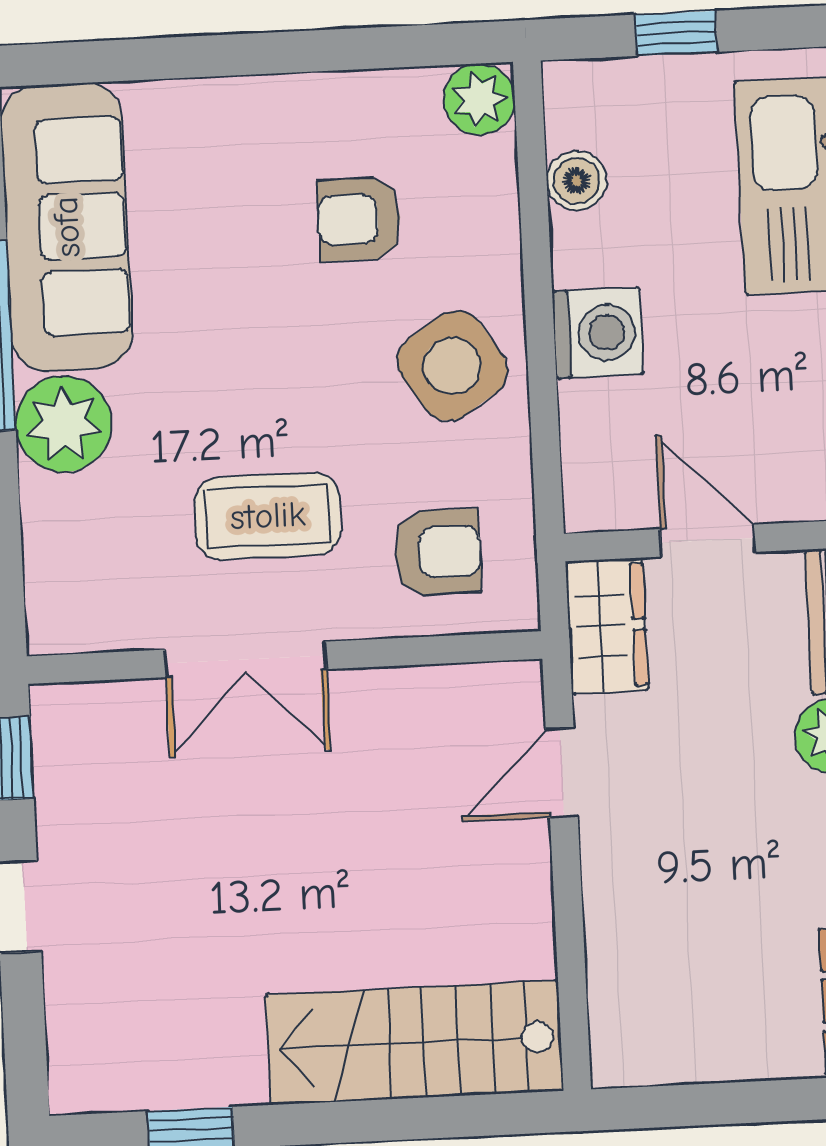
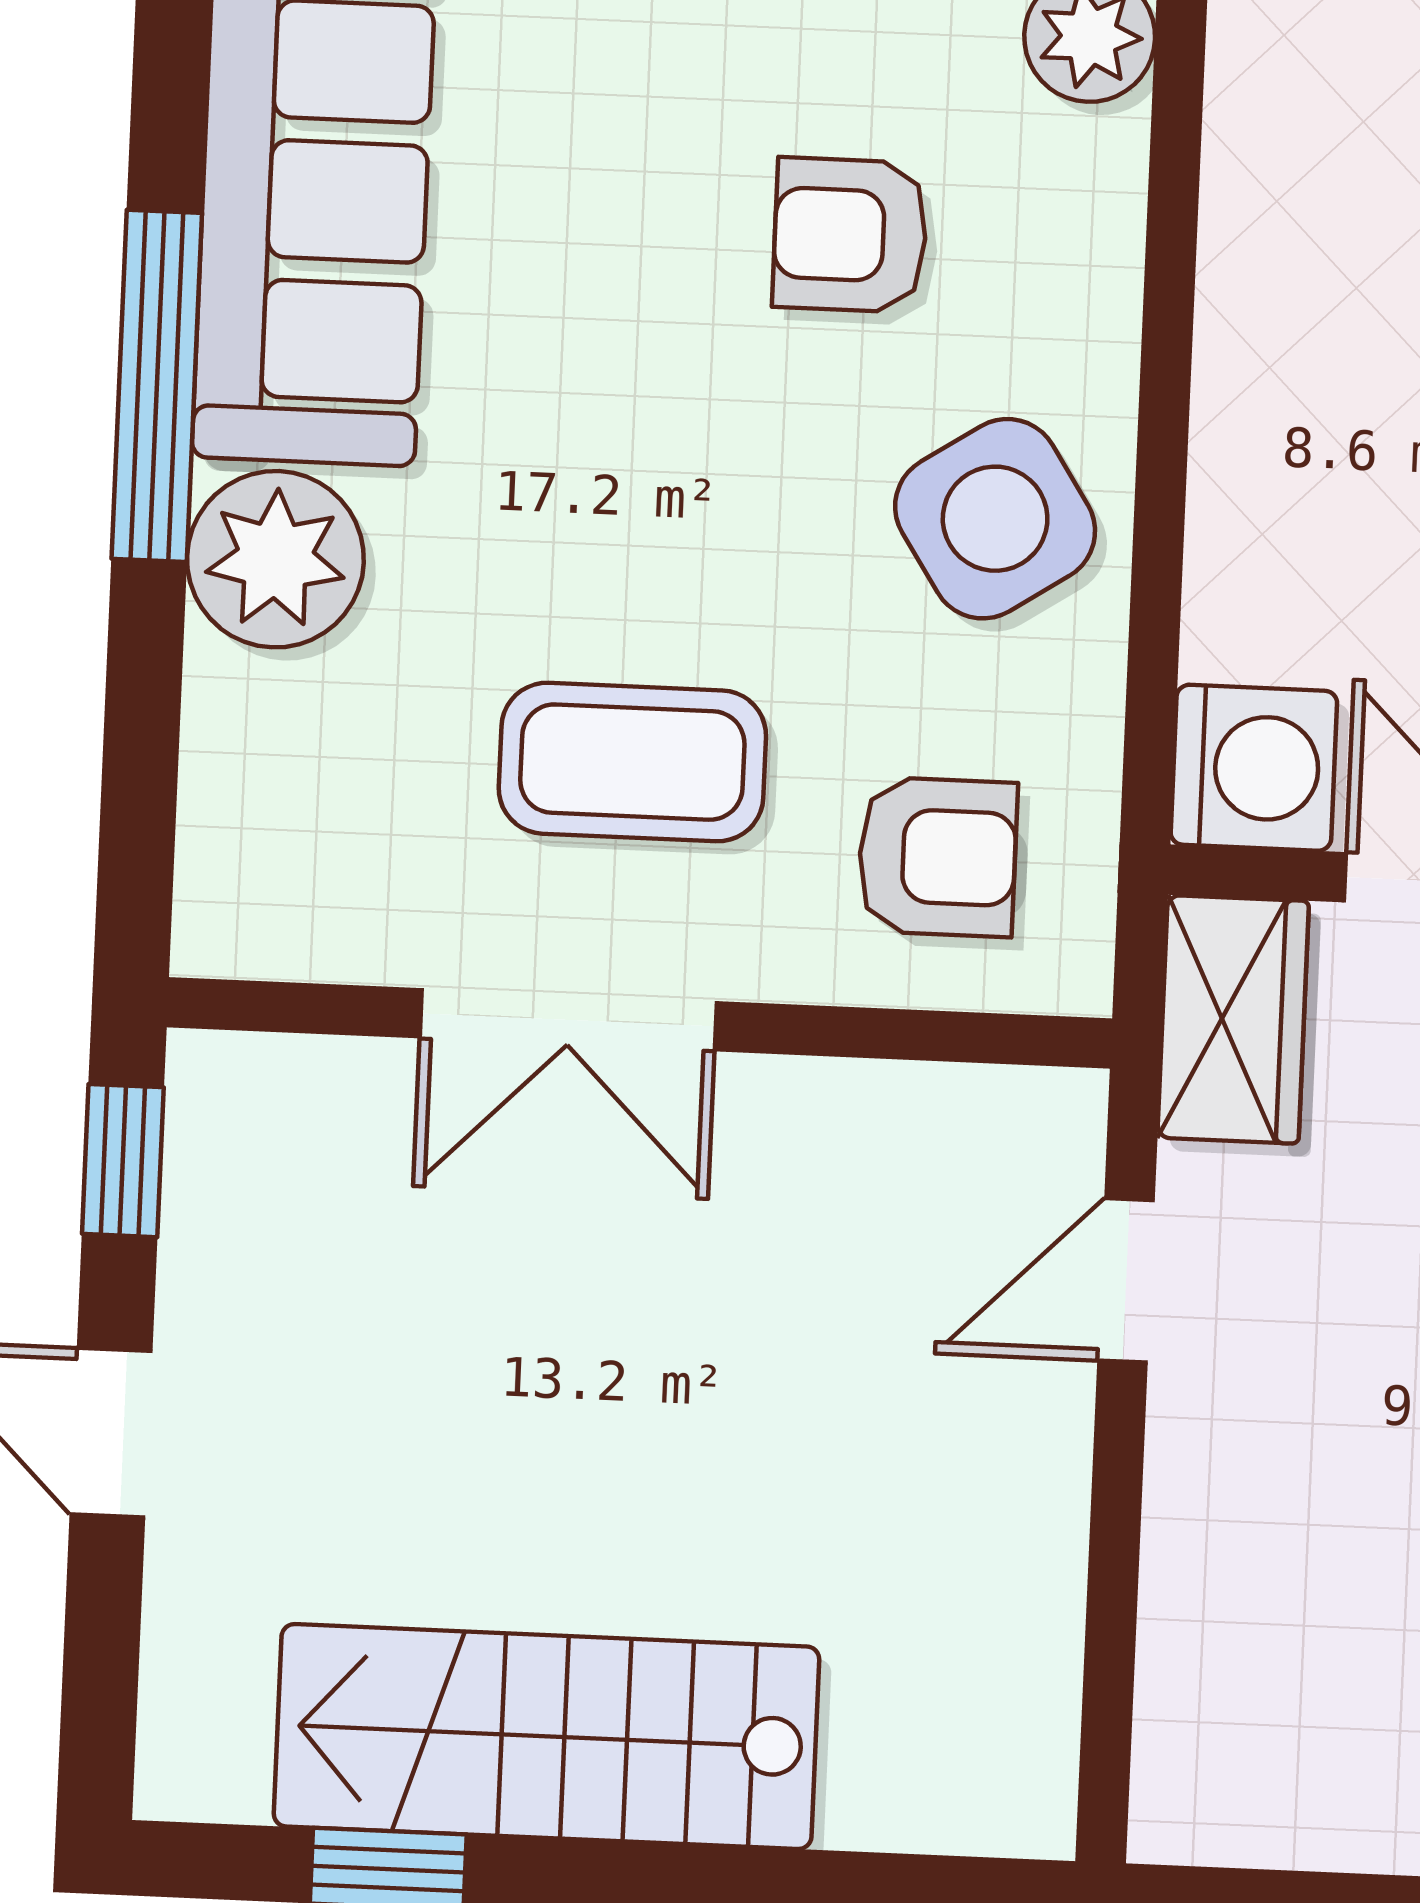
boiler: (577, 181) -> (1253, 202), removed
washing machine: (598, 333) -> (1254, 768), moved
stairs: (414, 1043) -> (547, 1736), moved

